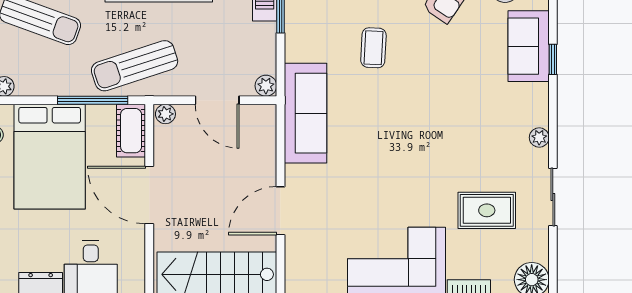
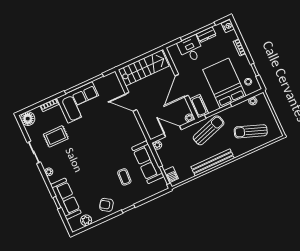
sofa: (529, 46) -> (66, 199), width x1.36
sofa: (305, 113) -> (148, 162), moved
door: (149, 195) -> (182, 86), swing flipped
door: (280, 211) -> (131, 102), swing flipped

